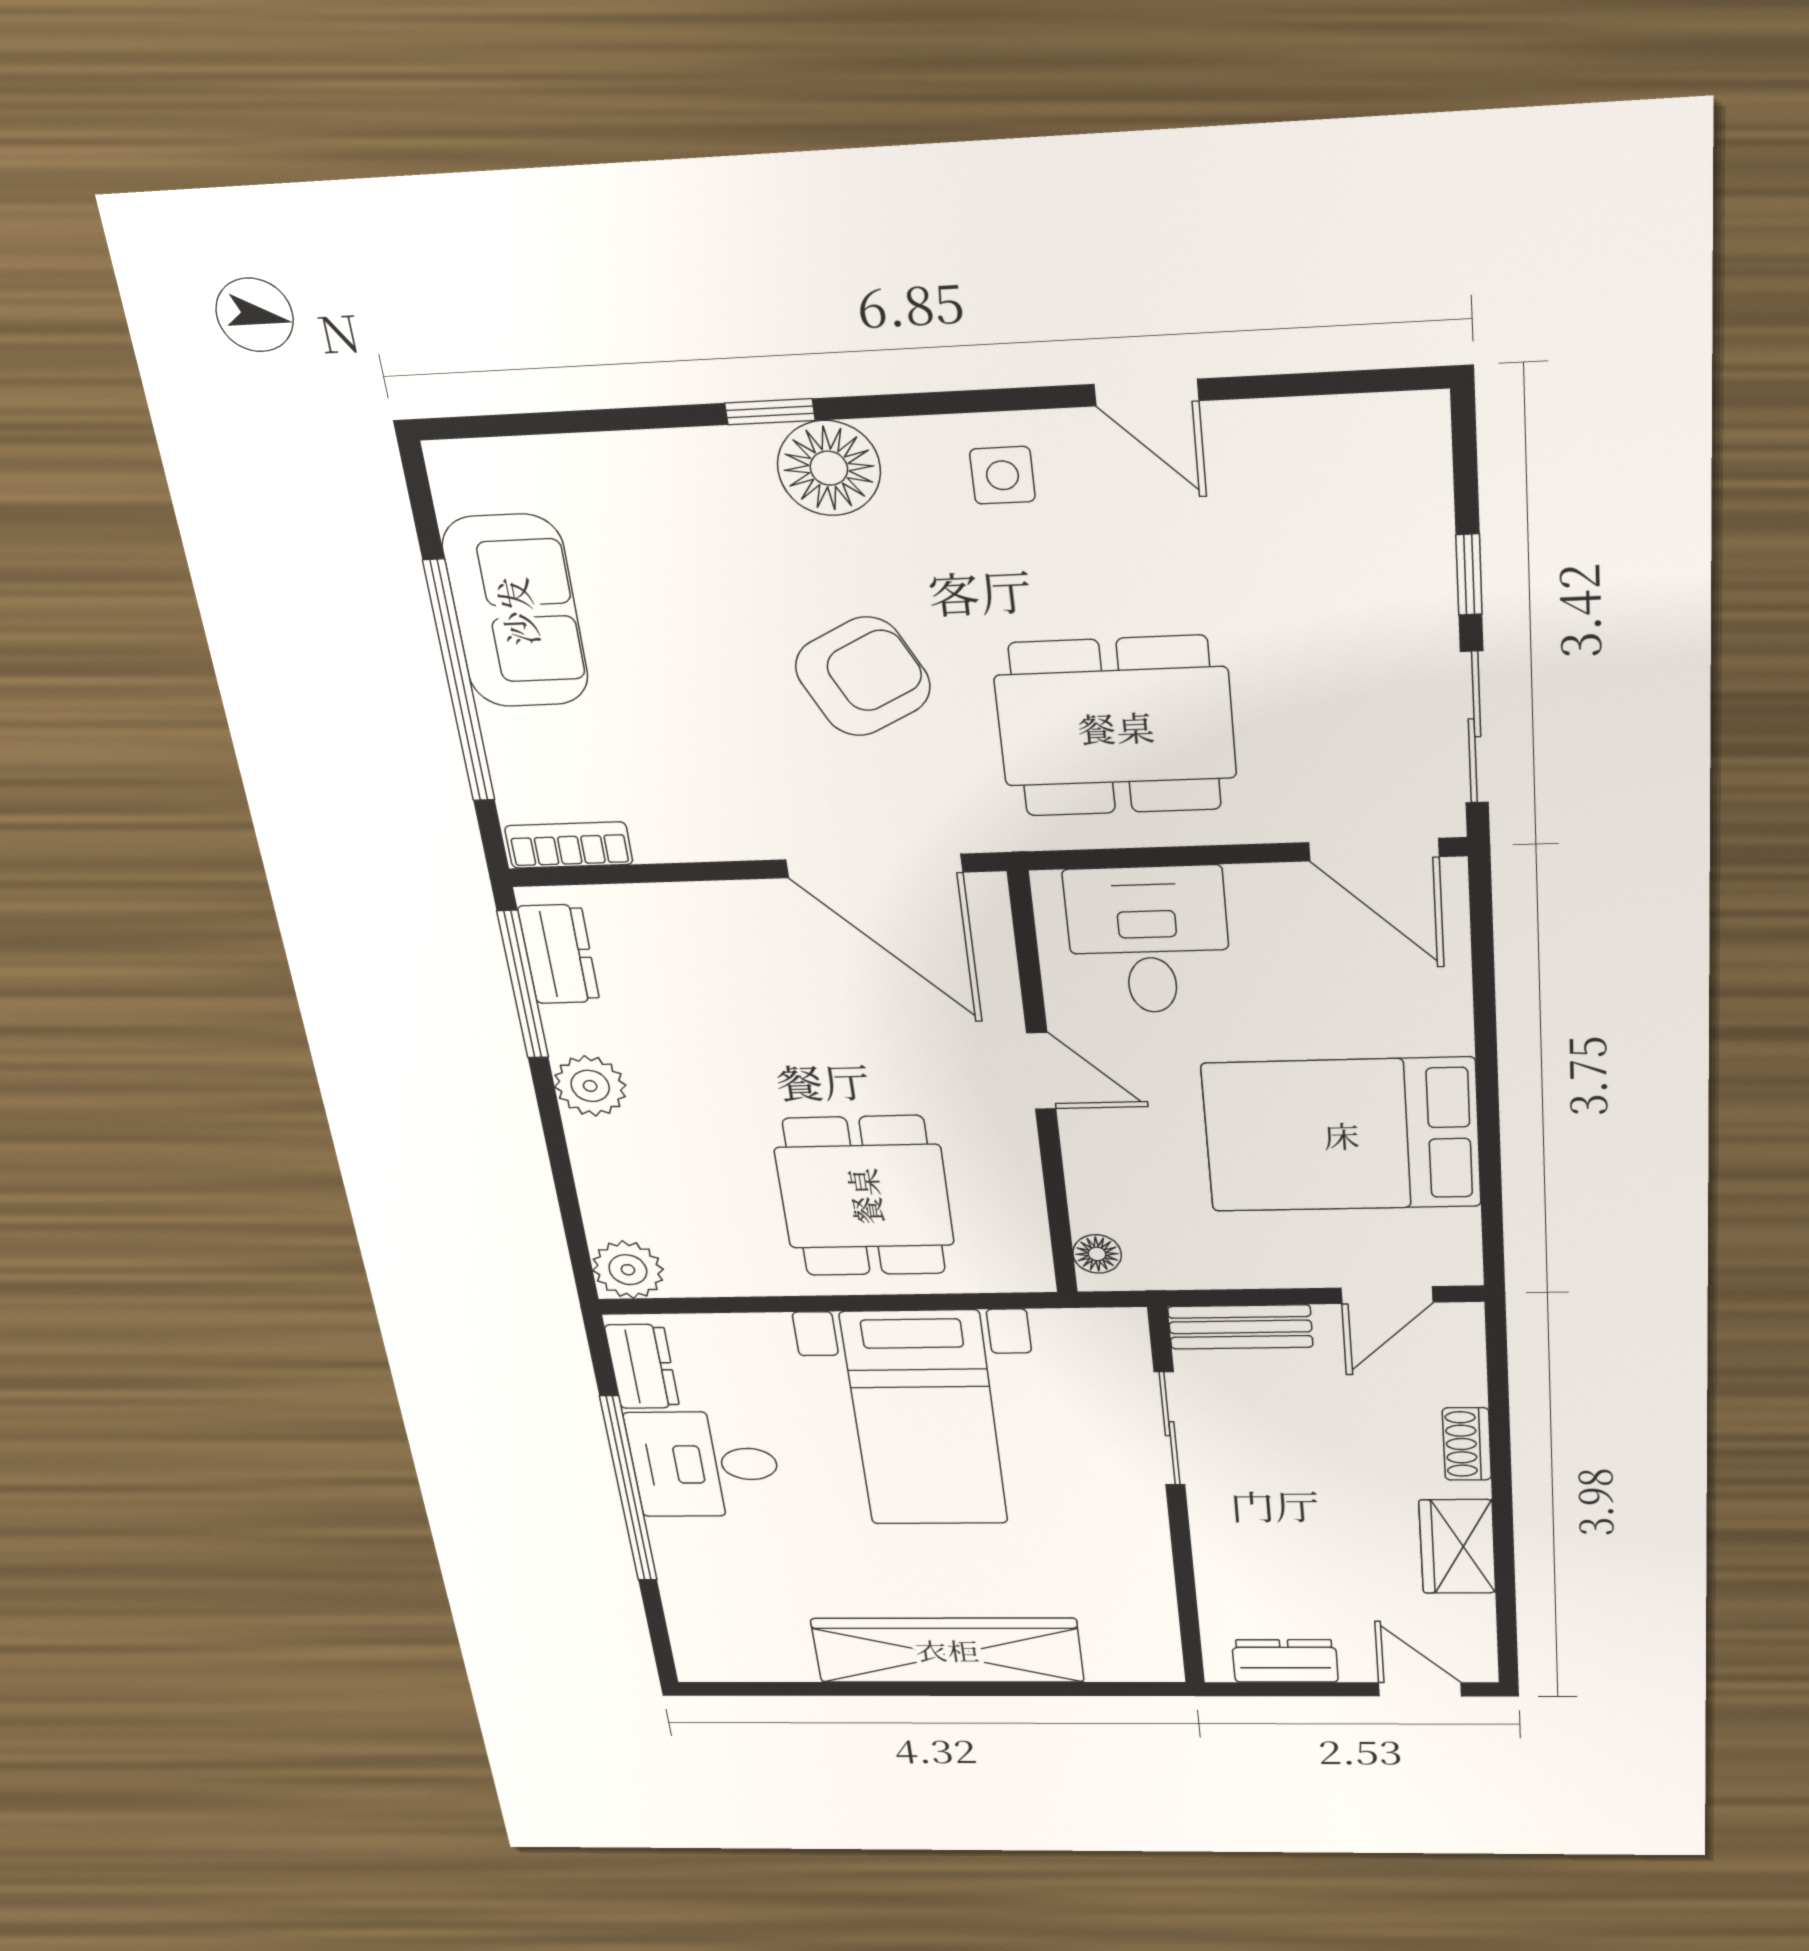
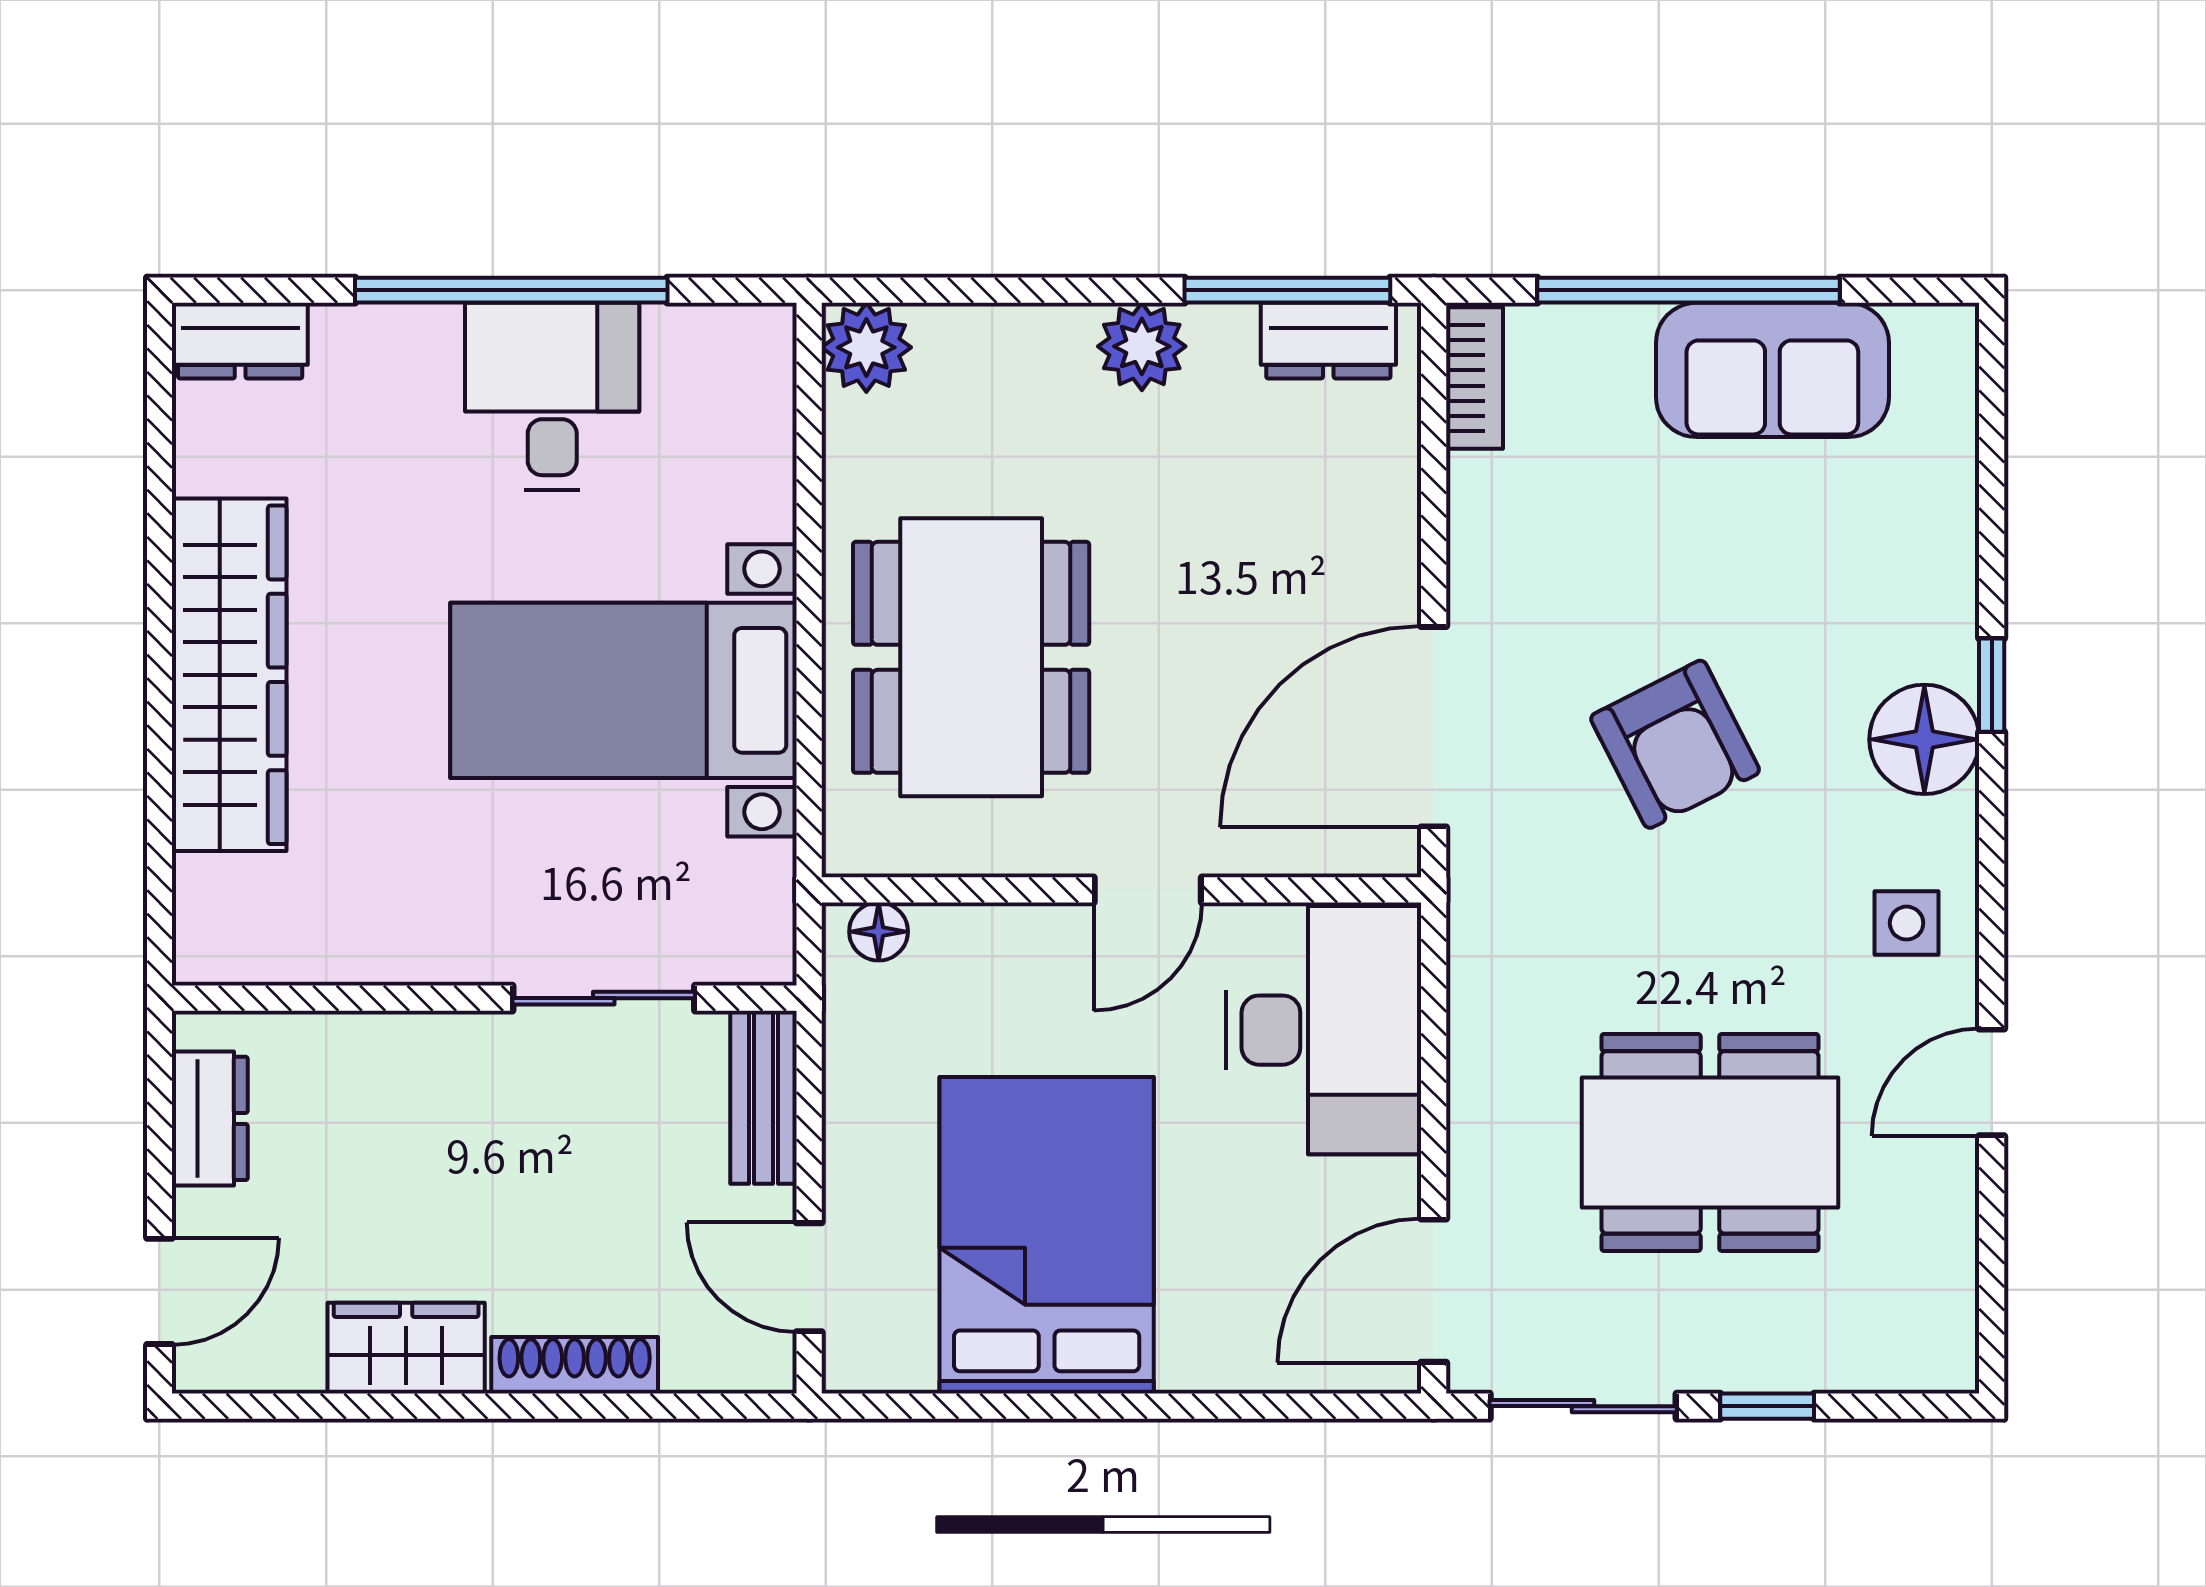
dining table: (1116, 727) -> (1710, 1142), moved, turned 90
desk: (1148, 940) -> (1324, 1030), width x1.37
dining table: (864, 1196) -> (971, 657), width x1.38
dresser: (642, 1367) -> (240, 341), moved
shoe rack: (1467, 1444) -> (575, 1365), width x1.43

